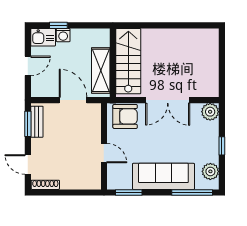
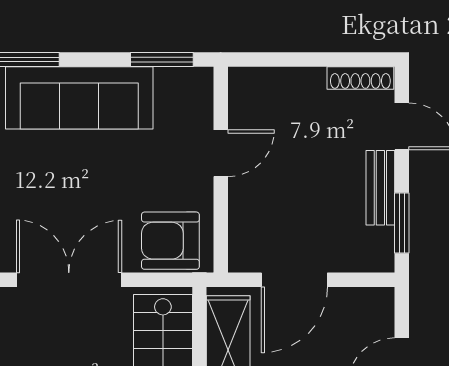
door: (73, 100) -> (294, 280), hinge flipped
bench: (37, 122) -> (380, 188), moved
door: (104, 153) -> (221, 153), swing flipped

